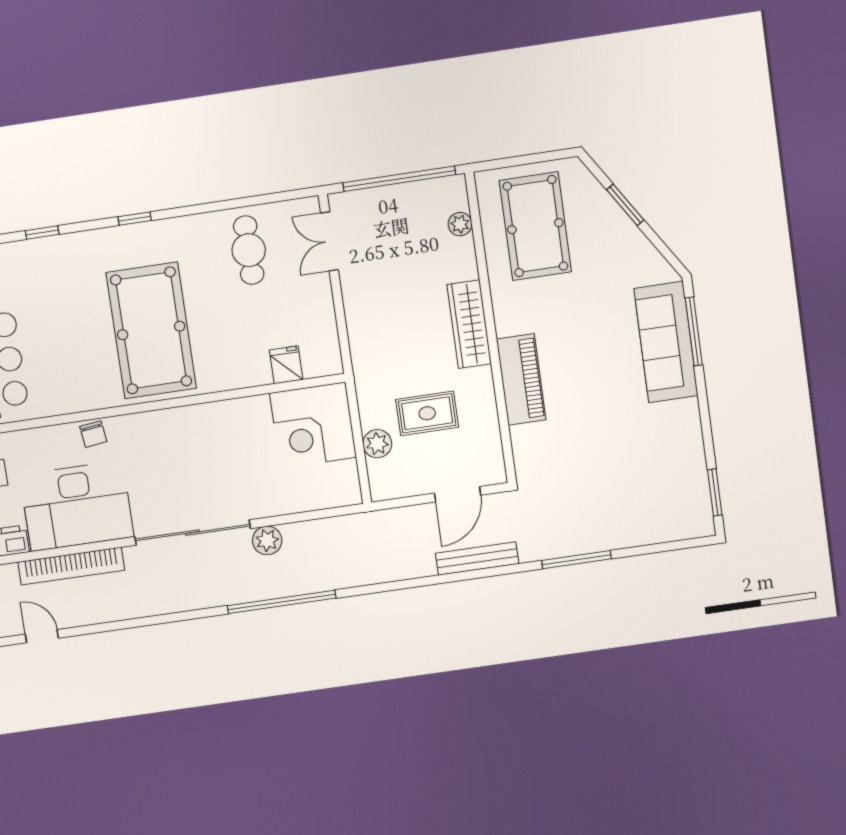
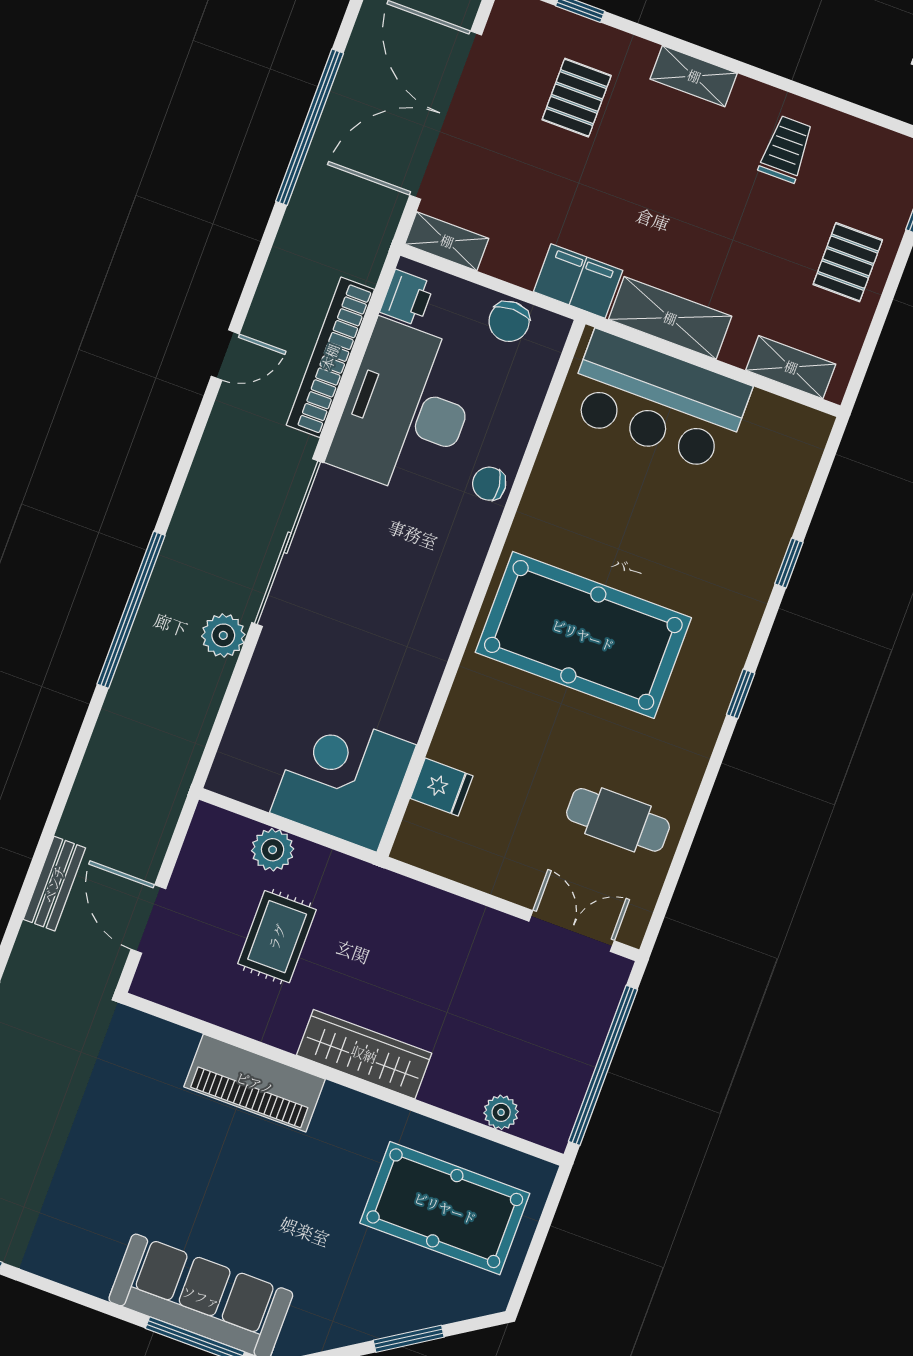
bench: (477, 558) -> (54, 884), width x0.73
door: (42, 636) -> (225, 355), moved

